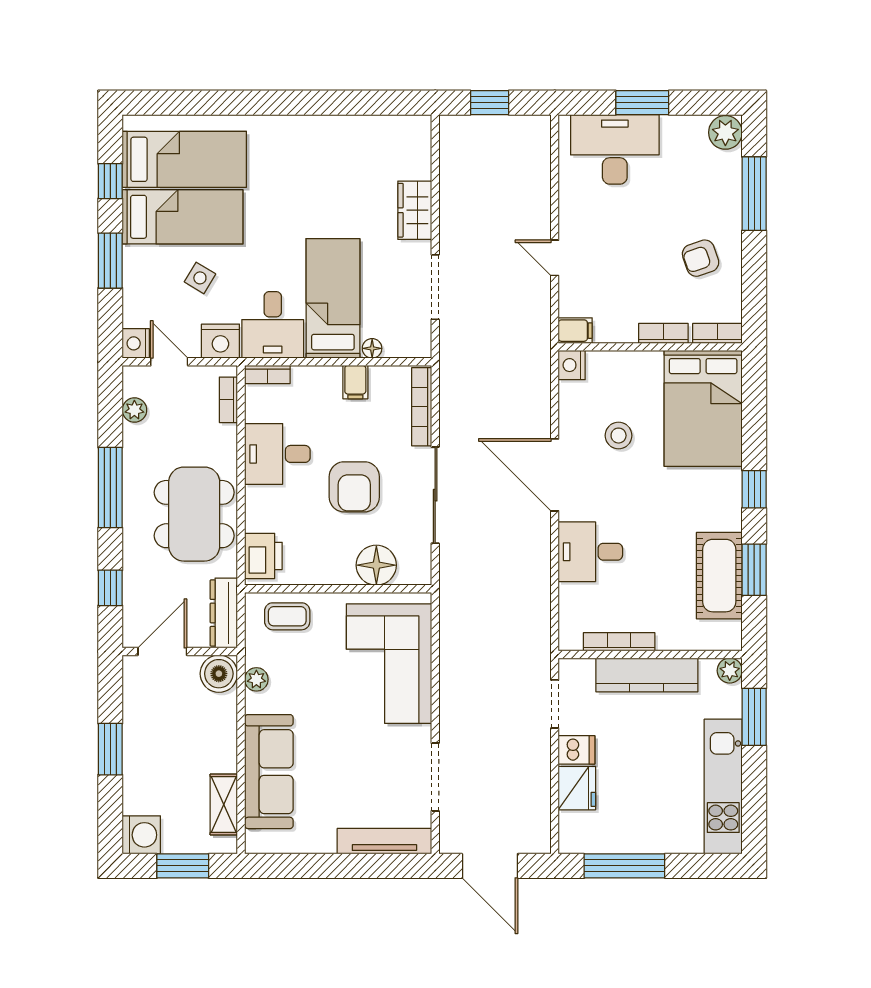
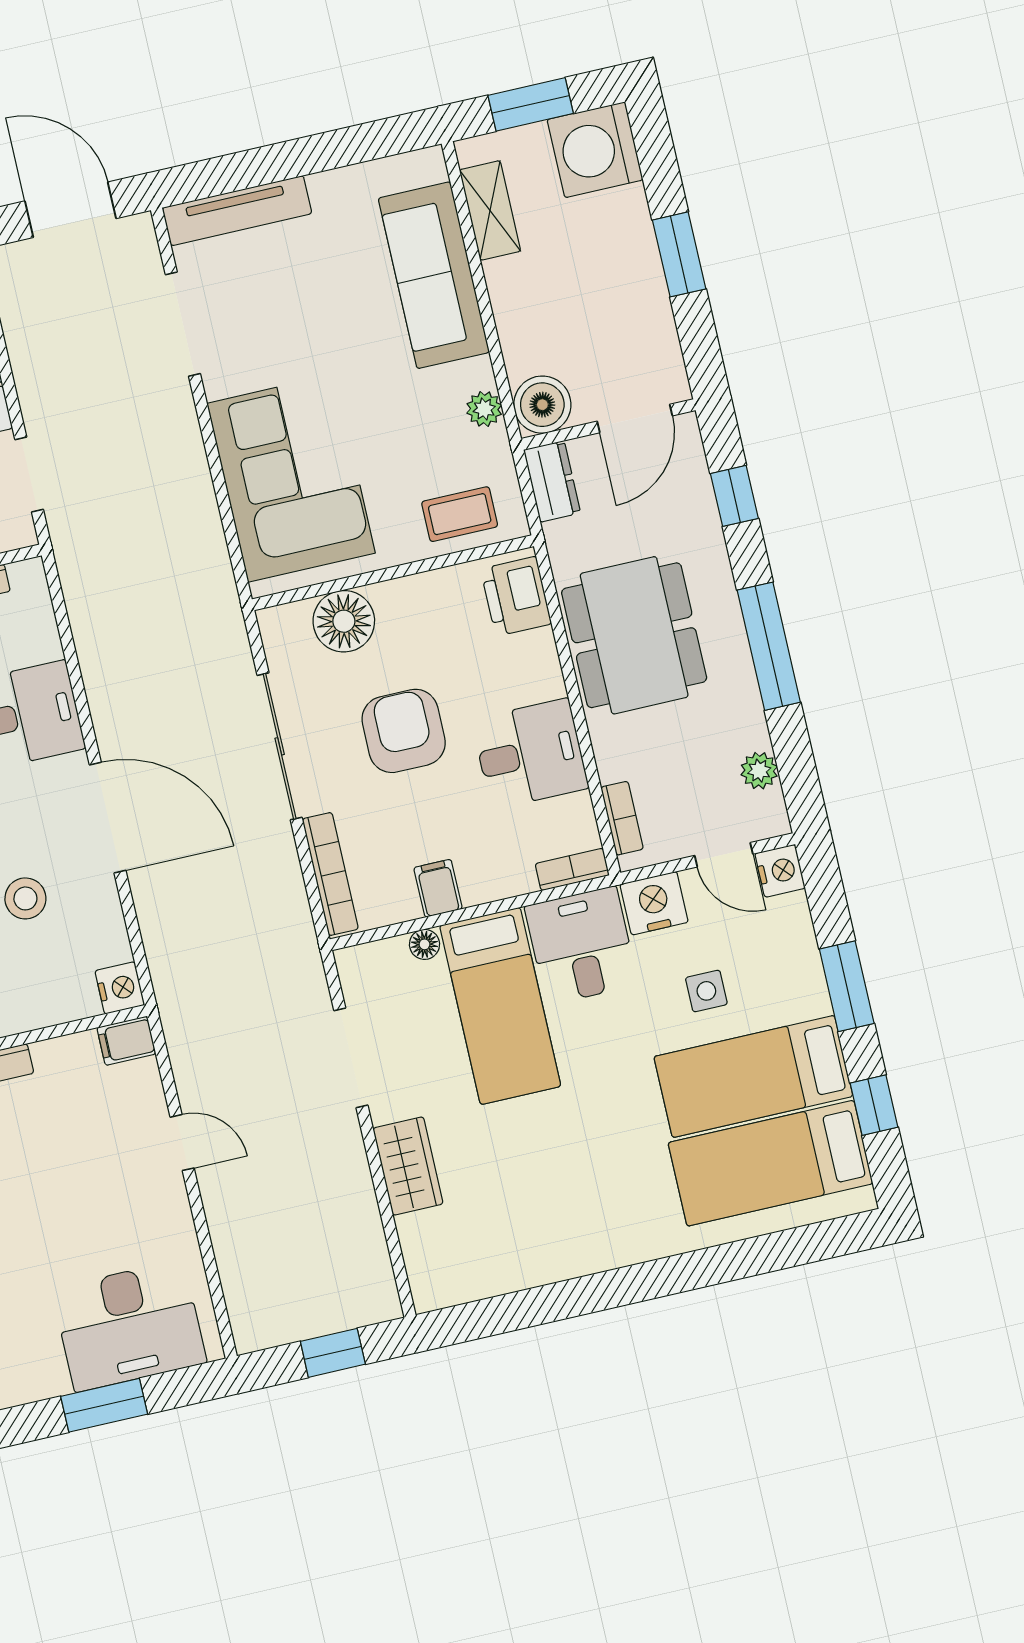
side table: (200, 278) -> (706, 991), turned -31
dresser: (224, 613) -> (552, 481), width x0.70
washing machine: (141, 835) -> (595, 150), width x1.37, depth x1.37

